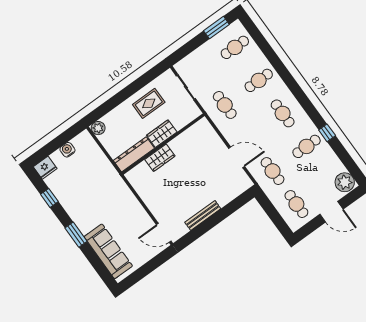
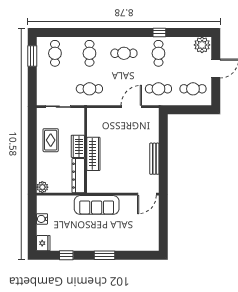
wardrobe: (160, 158) -> (93, 154), width x1.50
sofa: (108, 251) -> (97, 205), moved, turned 180

